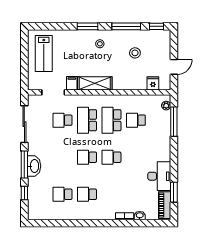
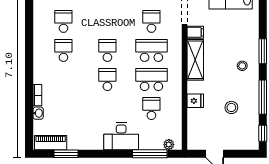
fridge: (153, 83) -> (195, 101), moved
desk: (159, 176) -> (121, 136), moved

